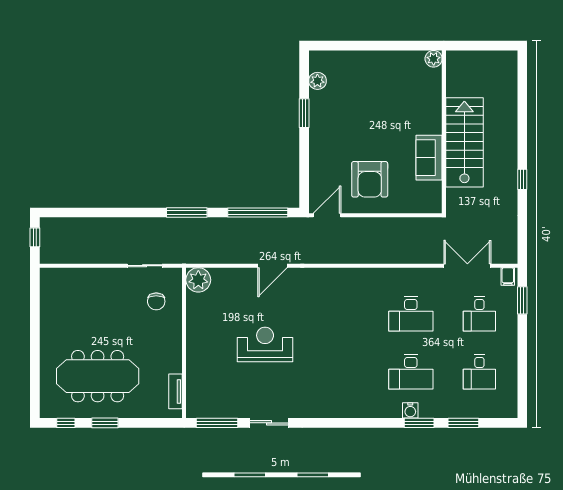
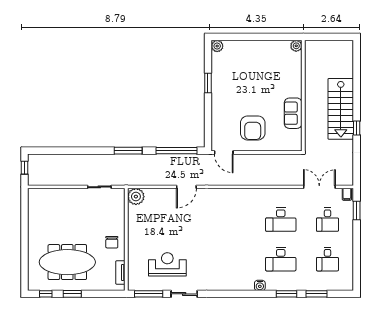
plant: (317, 81) -> (217, 46), moved
stairs: (464, 142) -> (341, 109), moved, turned 180
door: (327, 215) -> (224, 153), swing flipped
chair: (156, 301) -> (112, 242), moved
reception desk: (265, 344) -> (167, 264), moved
water cooler: (410, 410) -> (260, 285), moved

